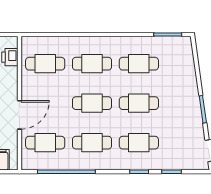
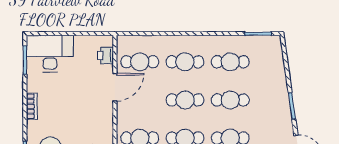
door: (19, 115) -> (115, 87), moved

